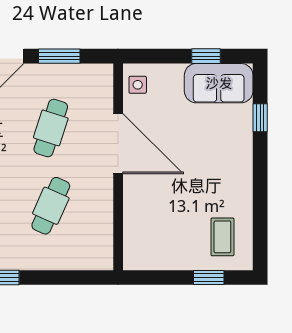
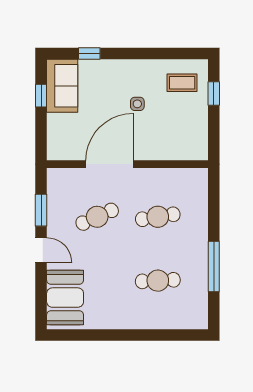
side table: (138, 85) -> (137, 104), moved
cafe table: (51, 128) -> (97, 217), turned -42
cafe table: (51, 206) -> (158, 217), turned -33

